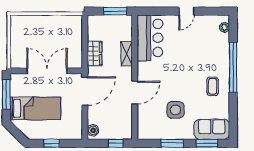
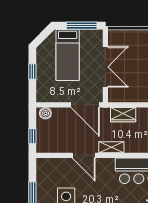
shelving: (127, 54) -> (111, 147), moved

